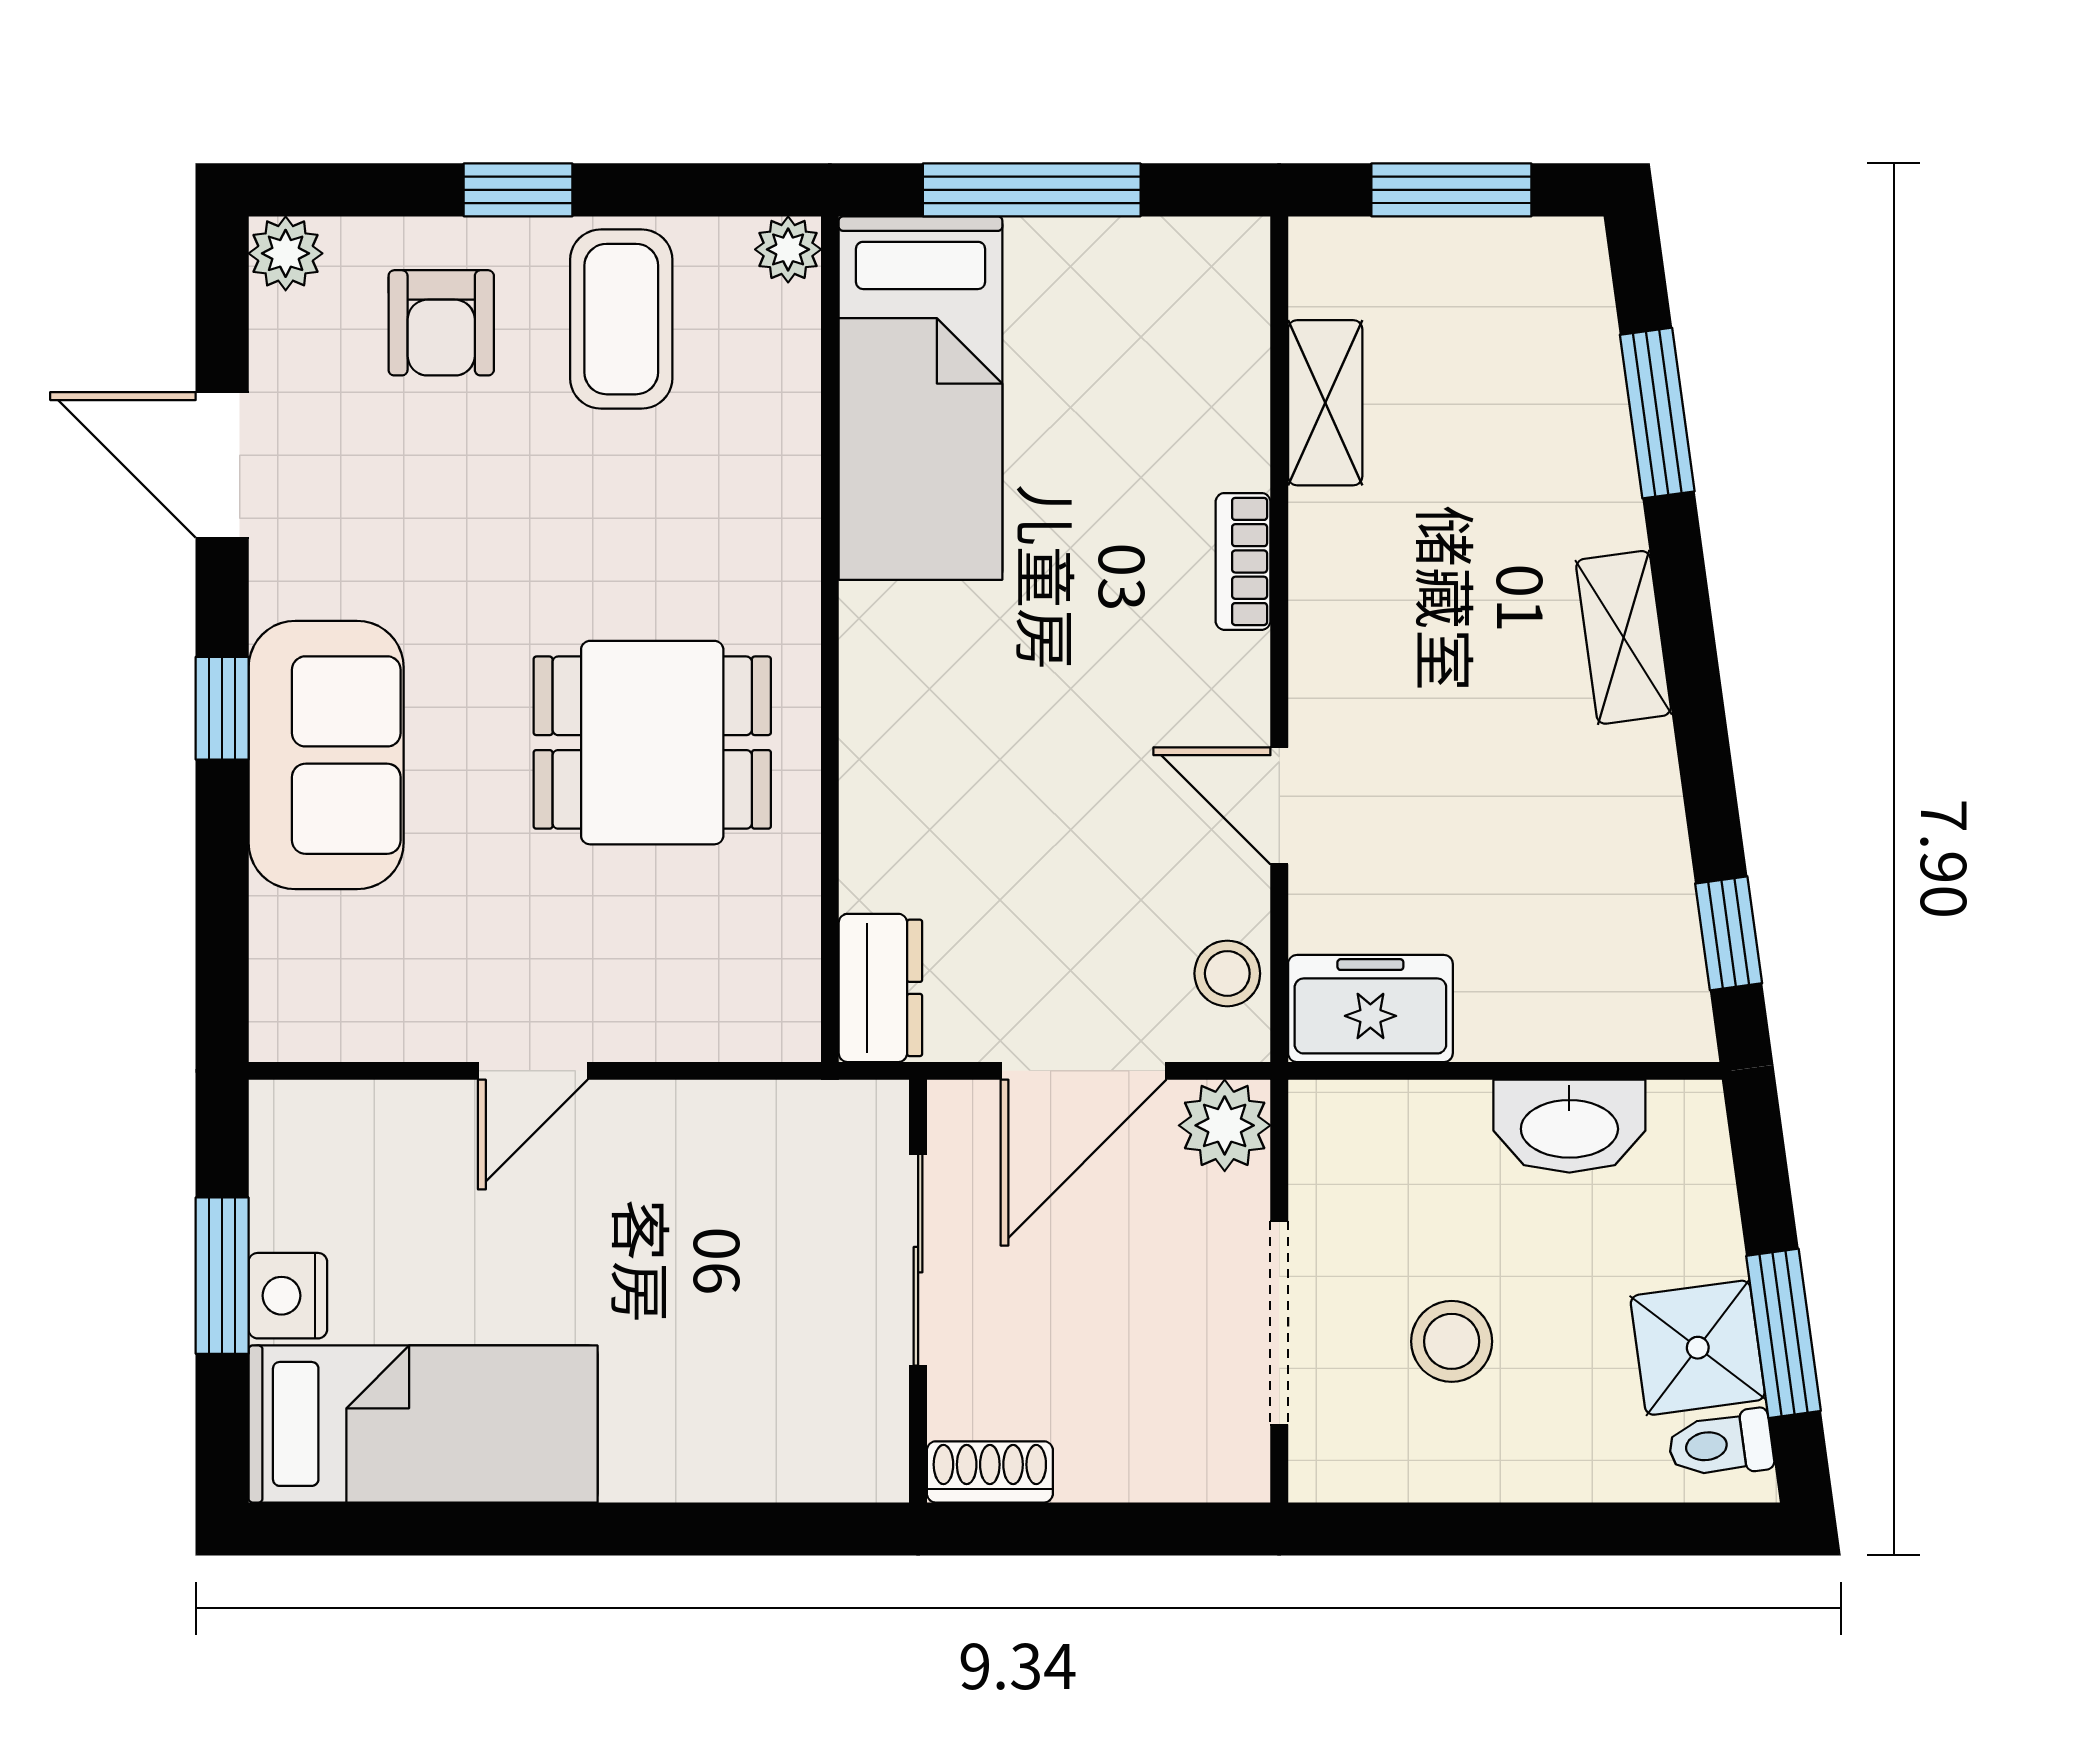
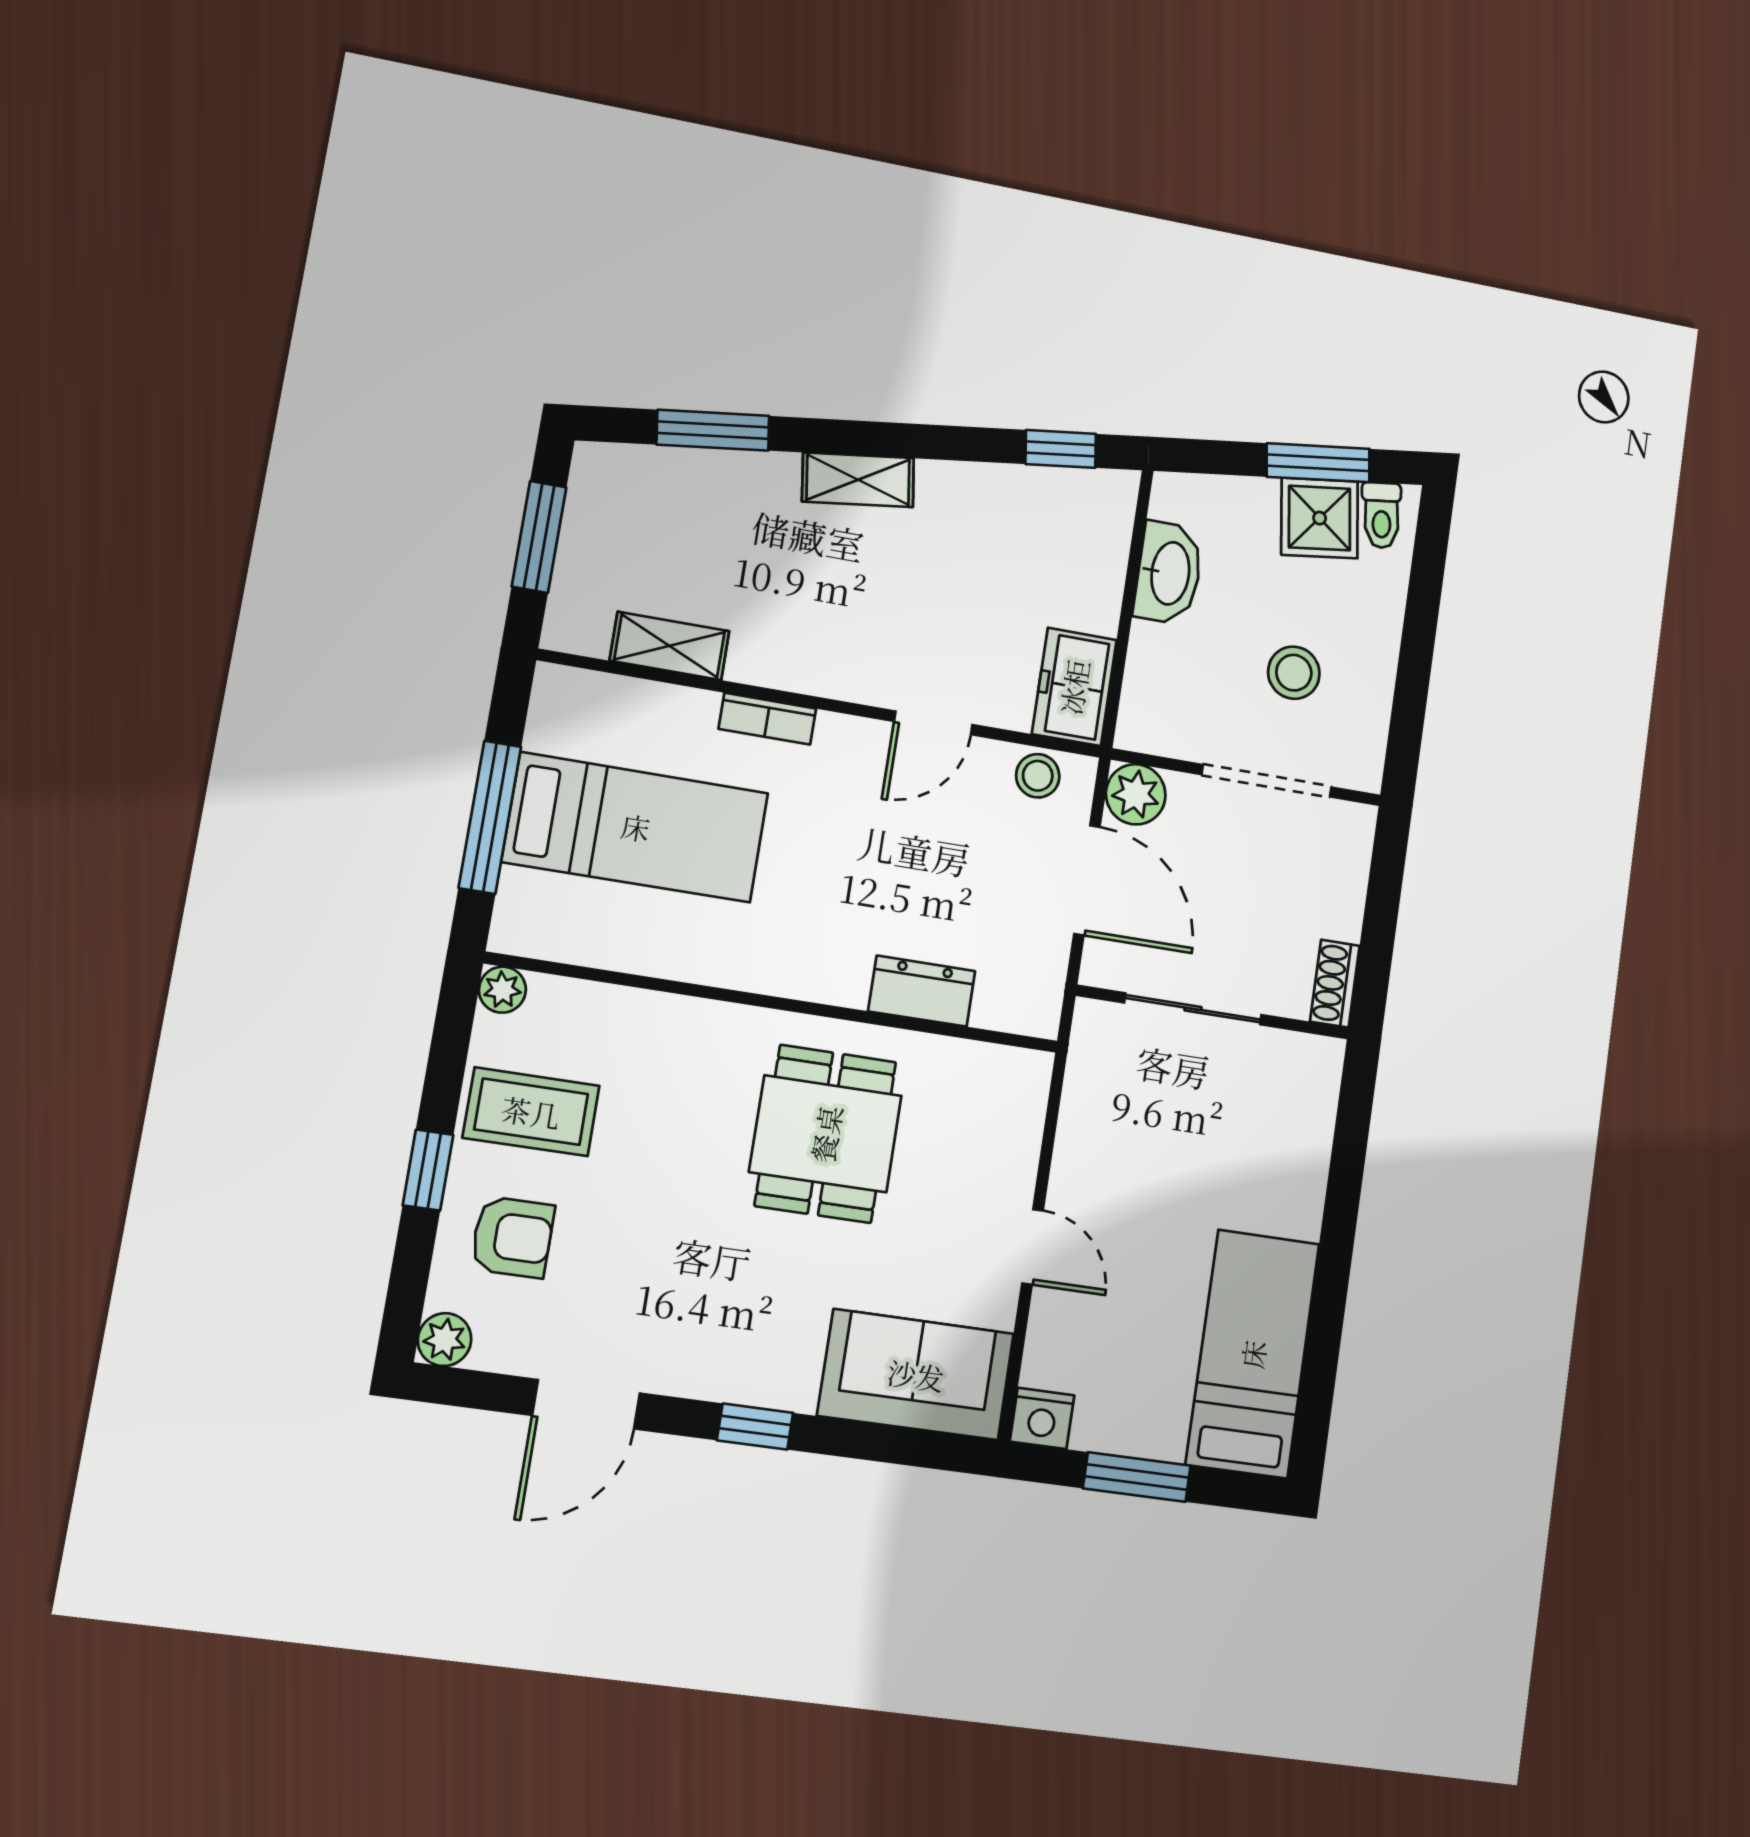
bed: (921, 398) -> (636, 827), moved
sofa: (326, 755) -> (916, 1375), moved
dresser: (880, 988) -> (922, 991), moved
nightstand: (288, 1296) -> (1042, 1418), moved

